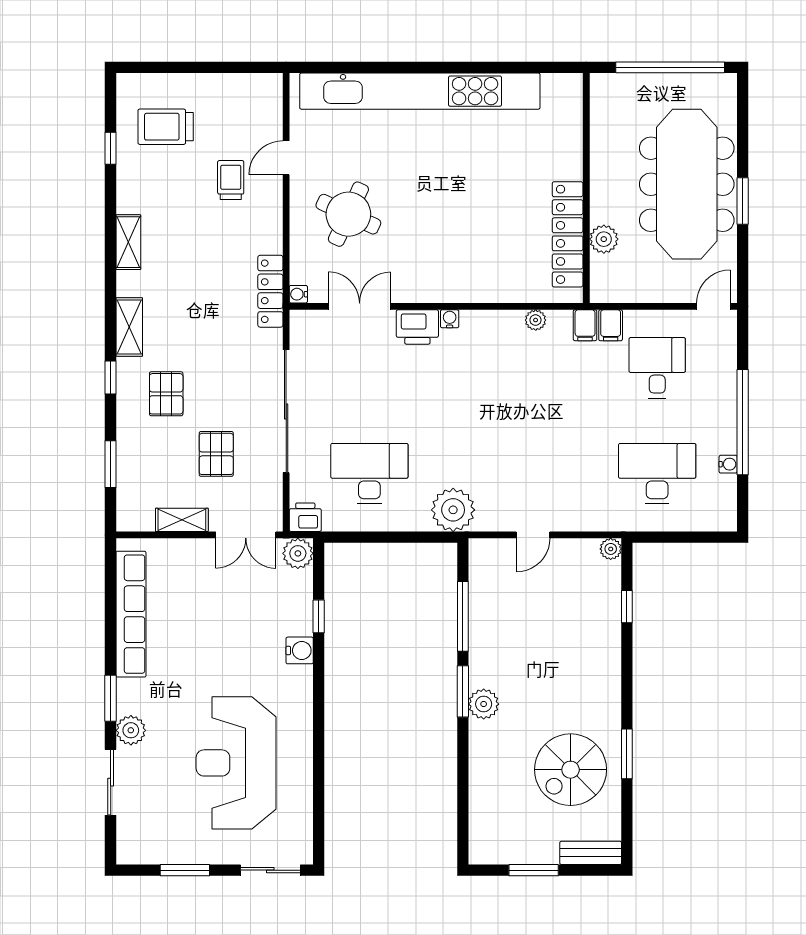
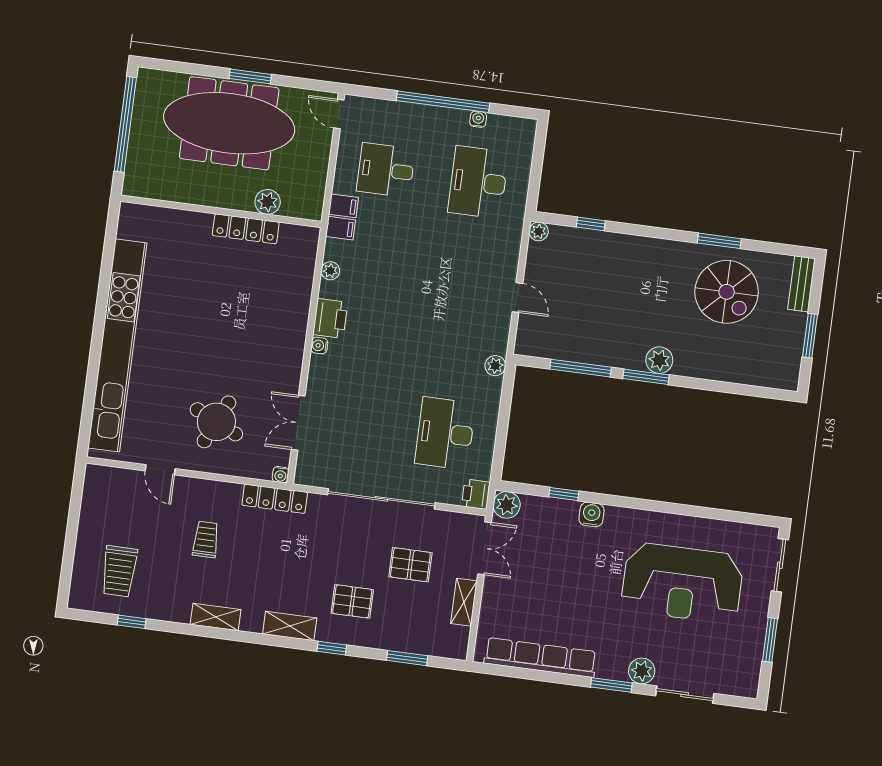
trolley: (231, 180) -> (206, 539), moved, turned 90
locker: (568, 234) -> (246, 229), width x0.71, depth x0.83
printer: (417, 327) -> (330, 318), moved
plant: (453, 510) -> (495, 366), width x0.53, depth x0.53

